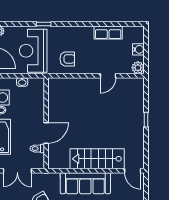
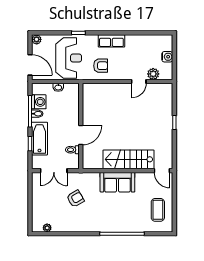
row of seats: (108, 32) -> (111, 41), moved
reception desk: (33, 51) -> (69, 58), turned 180
plant: (138, 68) -> (153, 74), moved
sofa: (85, 183) -> (117, 182), width x0.73

